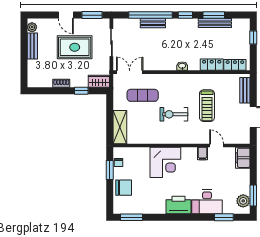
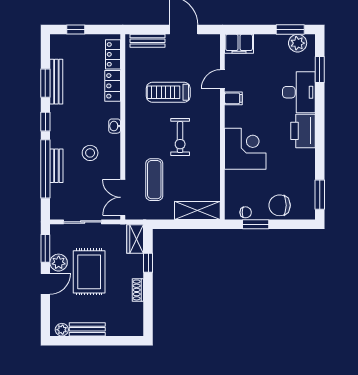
plant: (82, 25) -> (59, 263), added
stool: (162, 48) -> (90, 153), added
treadmill: (207, 106) -> (168, 92), turned 180
chair: (124, 188) -> (280, 205), turned -90

